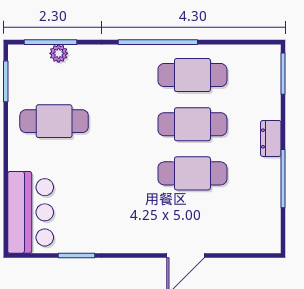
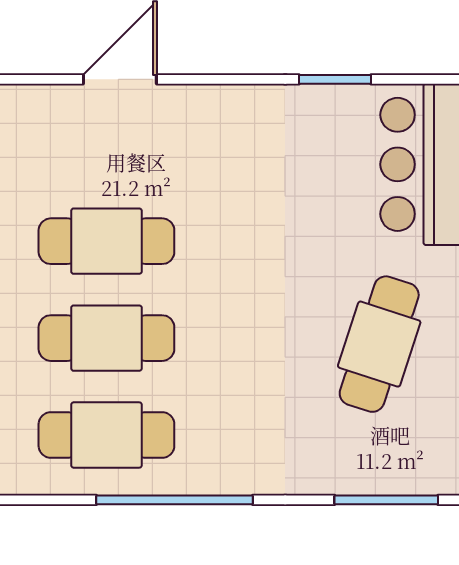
plant: (59, 53) -> (370, 478), removed
cafe table: (54, 121) -> (379, 344), turned -72

